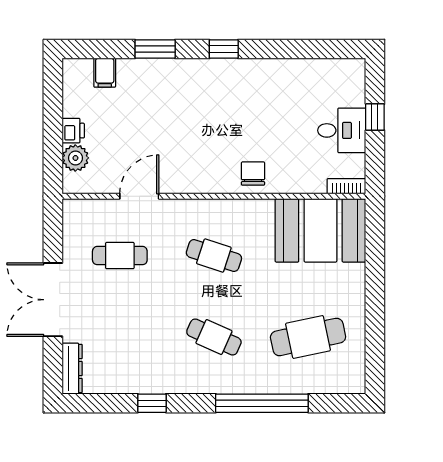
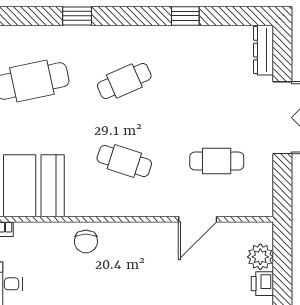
cafe table: (214, 337) -> (124, 81), turned -48
window: (262, 403) -> (77, 16), width x0.32

